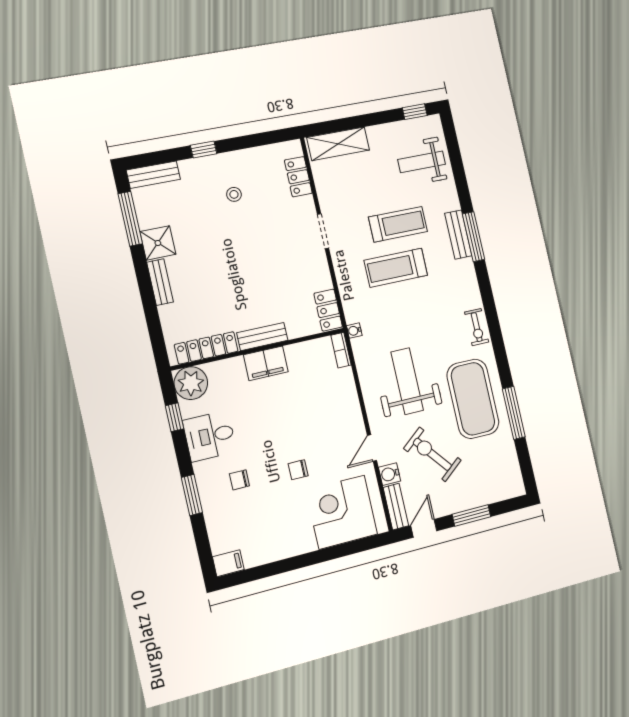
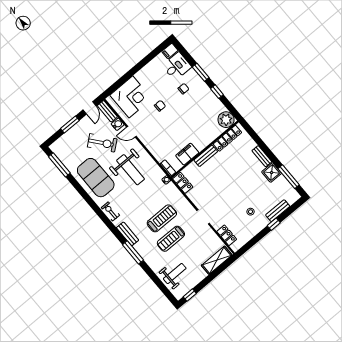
bench: (153, 175) -> (278, 211), moved
bench: (458, 235) -> (128, 234), moved
filing cabinet: (266, 363) -> (187, 154), moved
window: (514, 413) -> (59, 165), moved
window: (175, 417) -> (217, 92), moved
desk: (210, 436) -> (177, 66), moved
door: (372, 448) -> (131, 132), swing flipped

